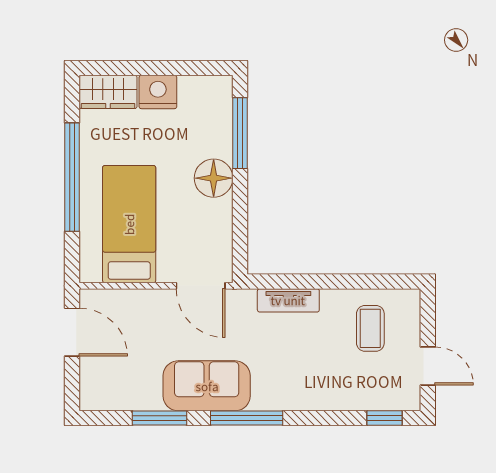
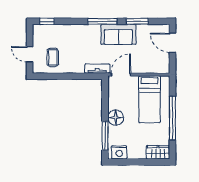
nightstand: (158, 92) -> (119, 152), moved
door: (201, 286) -> (121, 74), hinge flipped
tv unit: (288, 300) -> (97, 69), moved
door: (72, 332) -> (172, 43), moved
door: (428, 366) -> (30, 54), moved

